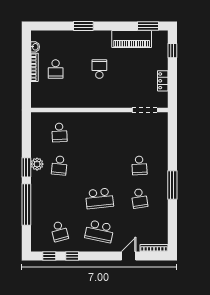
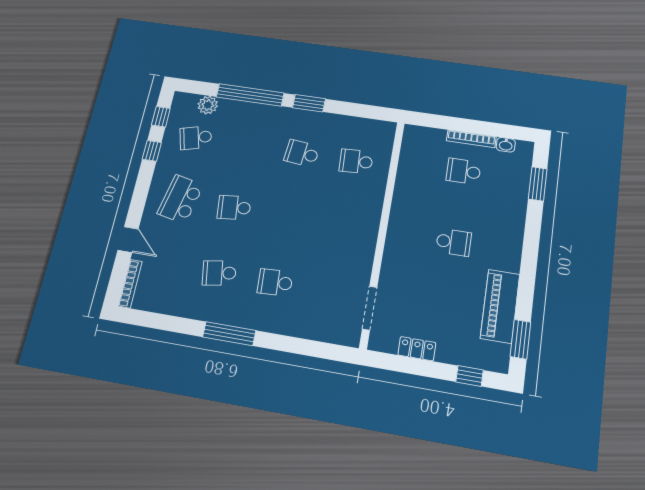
window: (83, 26) -> (538, 184), moved
plant: (37, 164) -> (208, 105), moved
school desk: (99, 198) -> (234, 208), width x0.54

